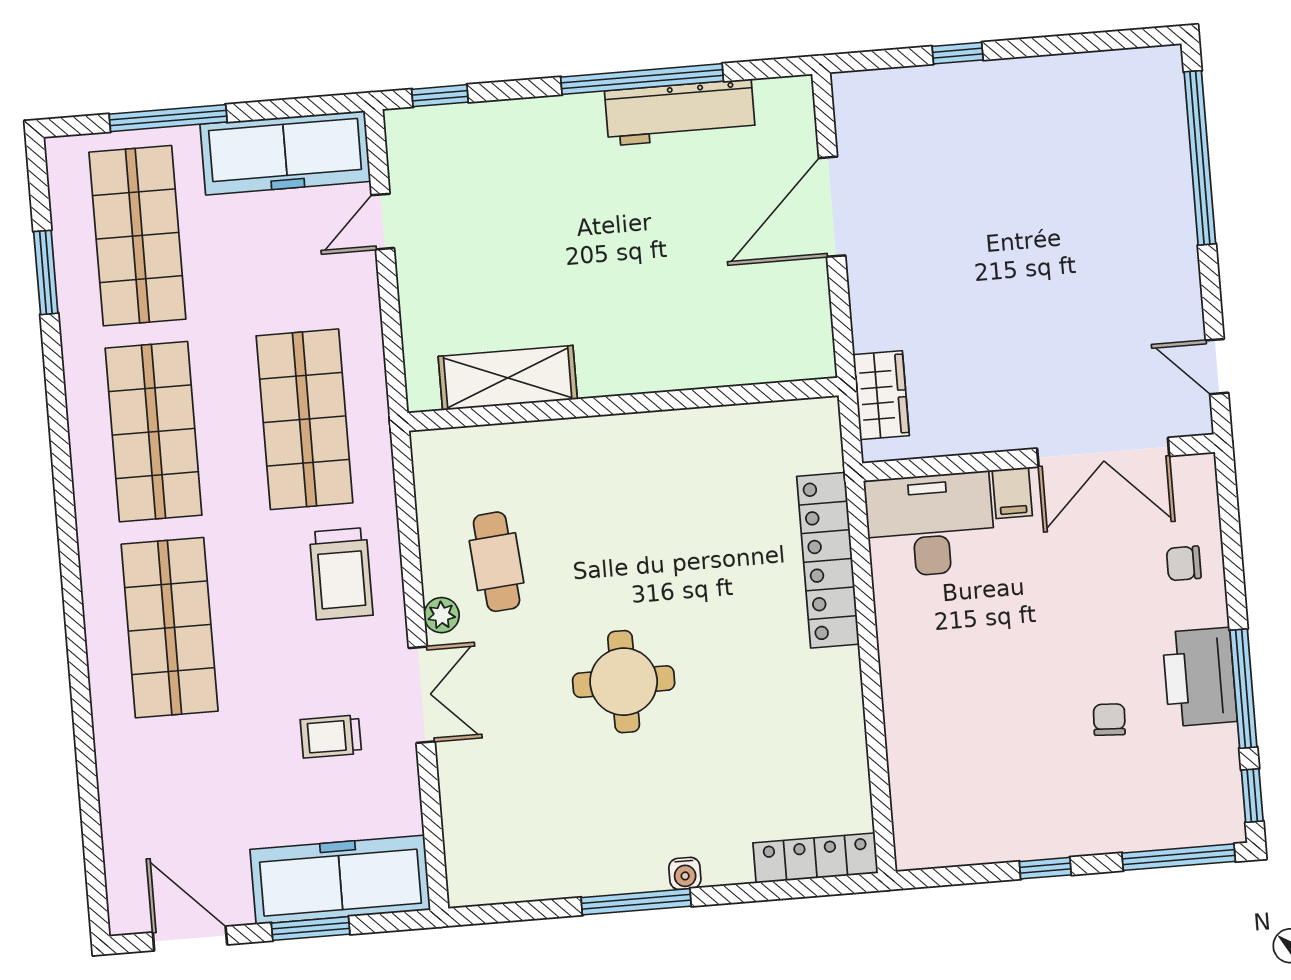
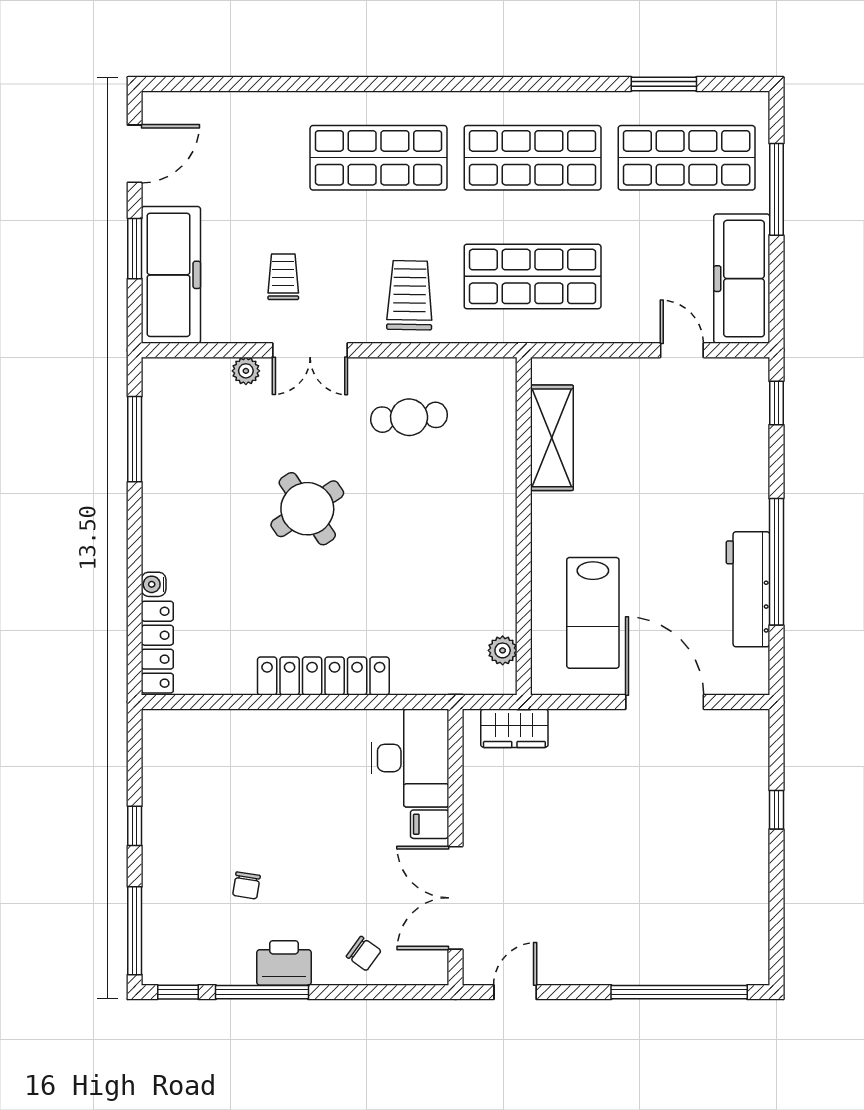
lab bench: (726, 307) -> (593, 613), added
plant: (783, 418) -> (503, 650), added
locker: (828, 560) -> (323, 676), moved
chair: (1184, 563) -> (364, 954), turned 126
trolley: (341, 574) -> (410, 295), turned 91
plant: (442, 615) -> (246, 371), moved
printer: (1200, 677) -> (284, 963), width x0.73, depth x0.84
round table: (624, 682) -> (307, 509), turned -34
chair: (1109, 720) -> (246, 885), turned 96
water cooler: (685, 873) -> (154, 584), moved
window: (636, 902) -> (135, 439), moved

